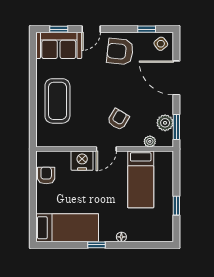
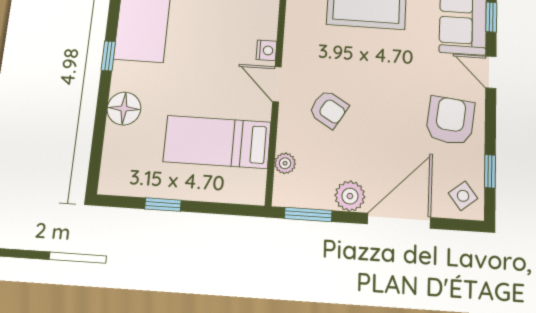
plant: (165, 123) -> (350, 196), moved
nightstand: (82, 161) -> (266, 50), width x0.53, depth x0.56
floor lamp: (121, 237) -> (124, 109), width x1.89, depth x1.89

